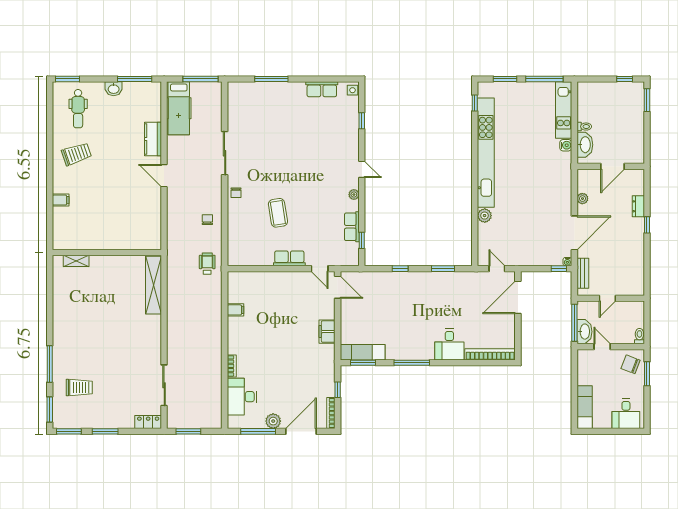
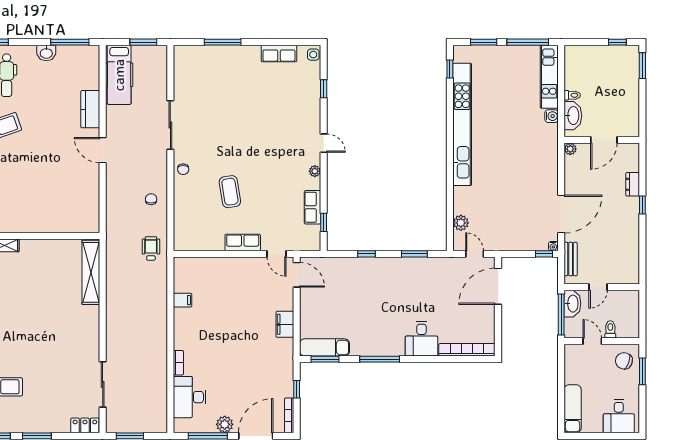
window: (200, 79) -> (143, 42), width x0.69
plant: (582, 199) -> (570, 149), moved
plant: (485, 216) -> (461, 223), moved
washbasin: (584, 332) -> (572, 304), moved
toilet: (639, 336) -> (610, 329), moved

